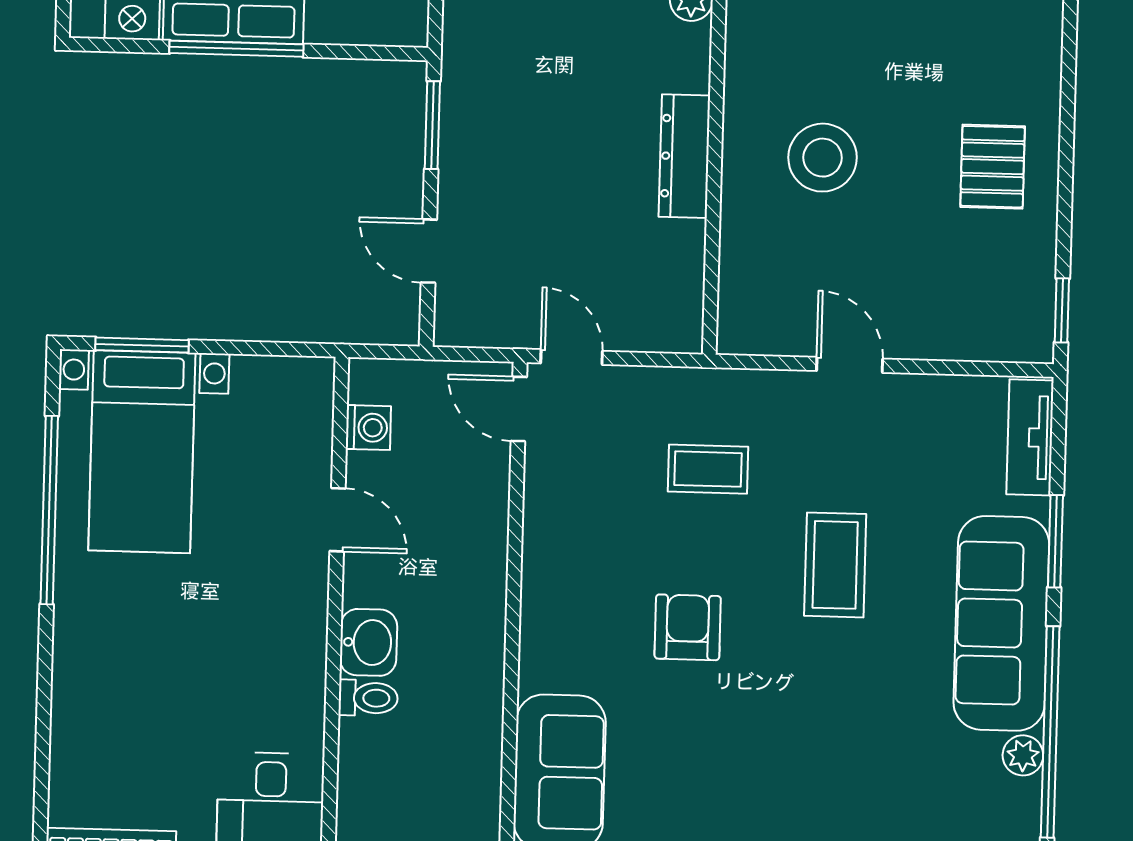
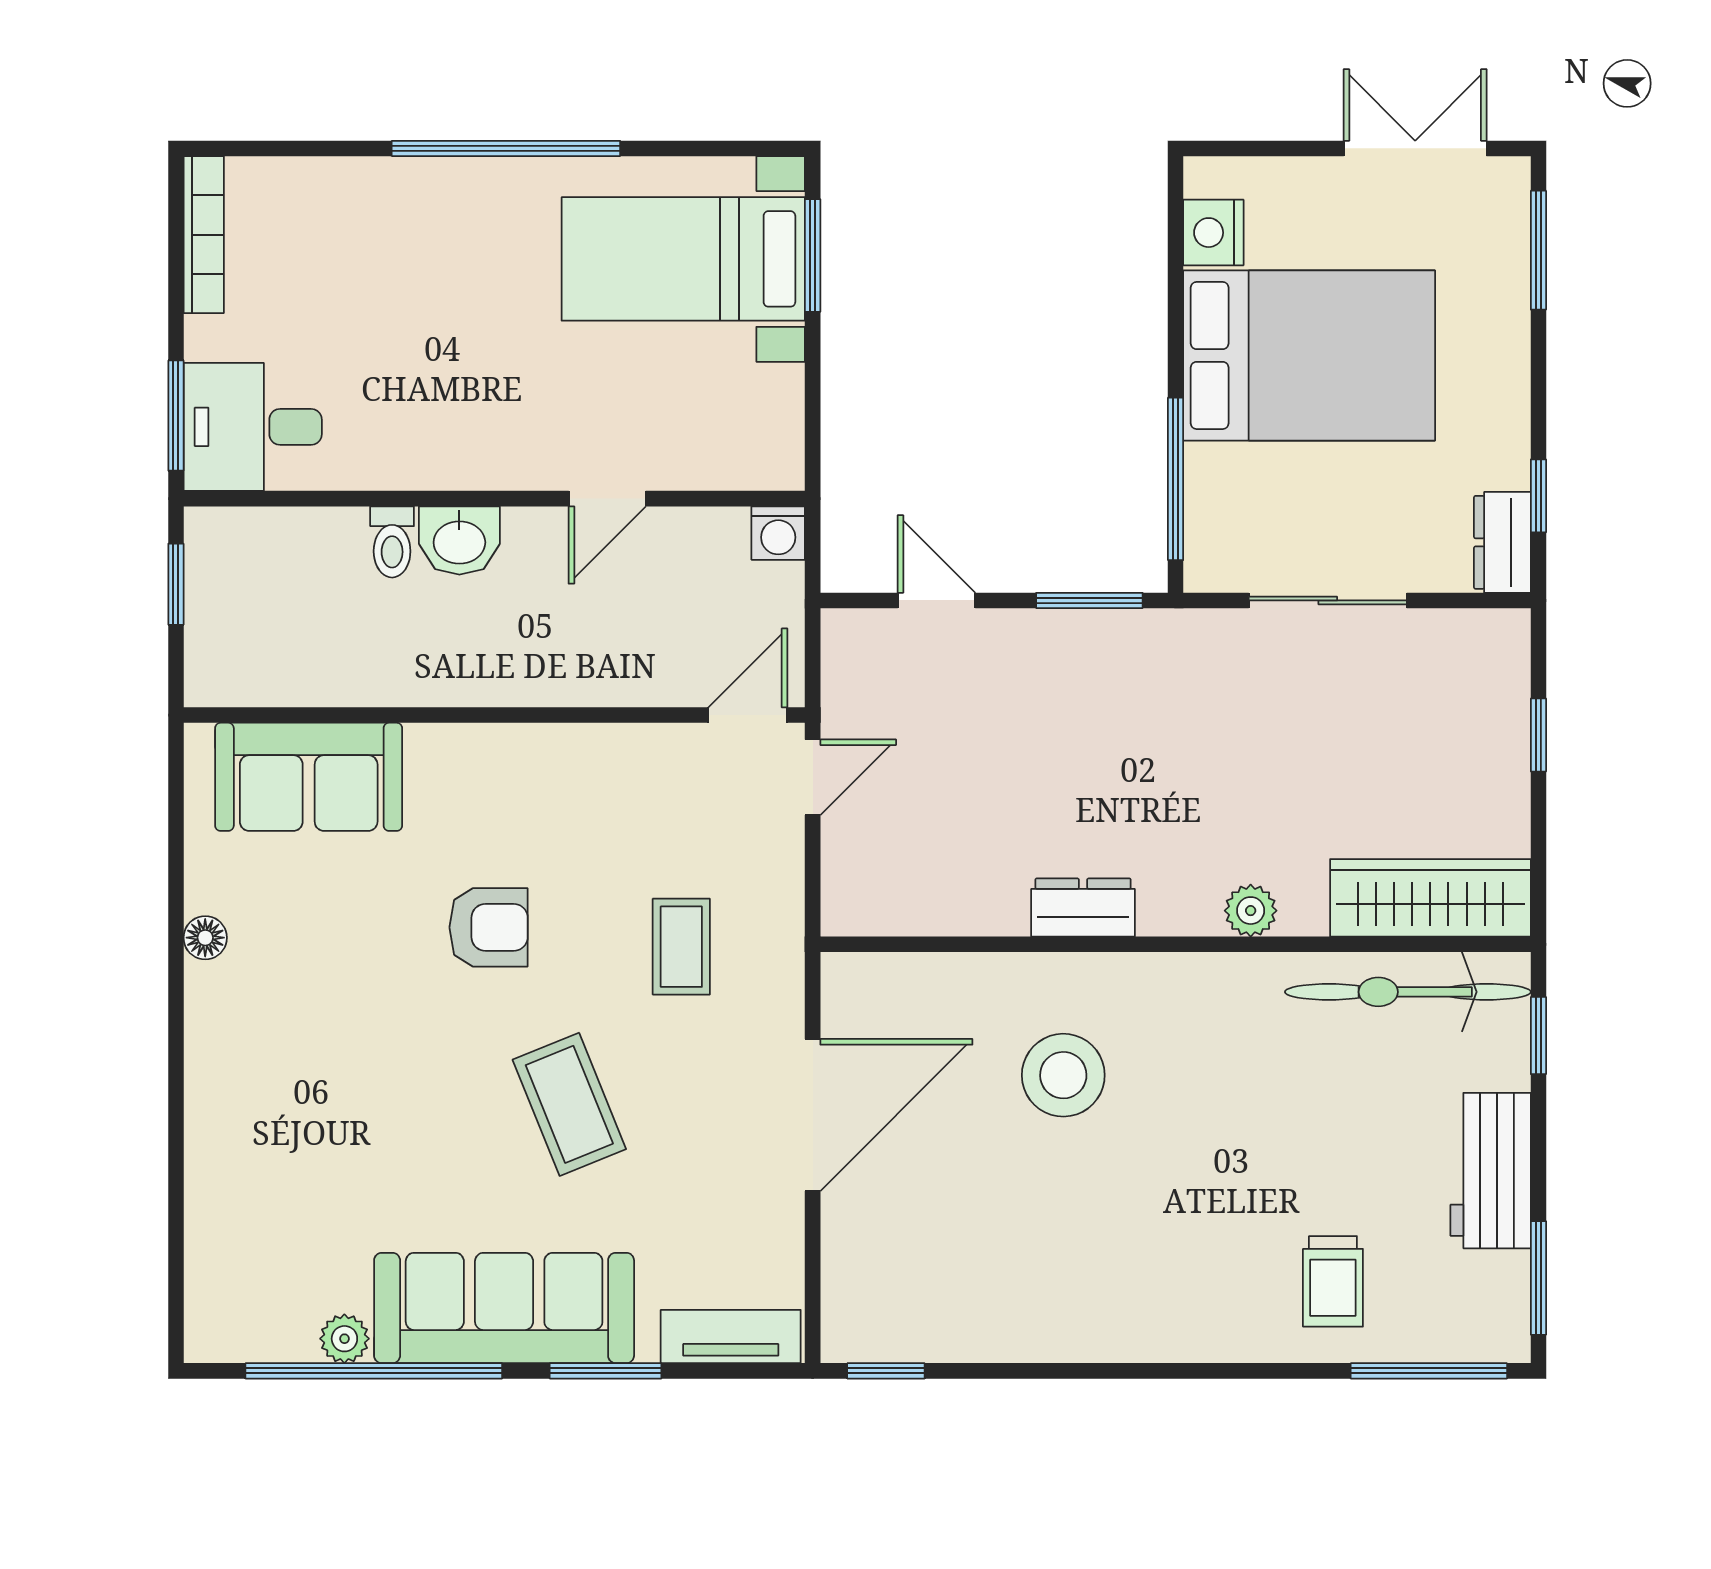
window: (236, 49) -> (1176, 479), moved
dresser: (684, 156) -> (1083, 907), width x0.70
pallet: (993, 167) -> (1058, 1282), removed
door: (429, 251) -> (936, 600), hinge flipped
door: (850, 365) -> (813, 1115), width x1.88
washing machine: (368, 428) -> (778, 533), moved
window: (49, 510) -> (506, 148), moved
coffee table: (835, 565) -> (569, 1104), turned 68

